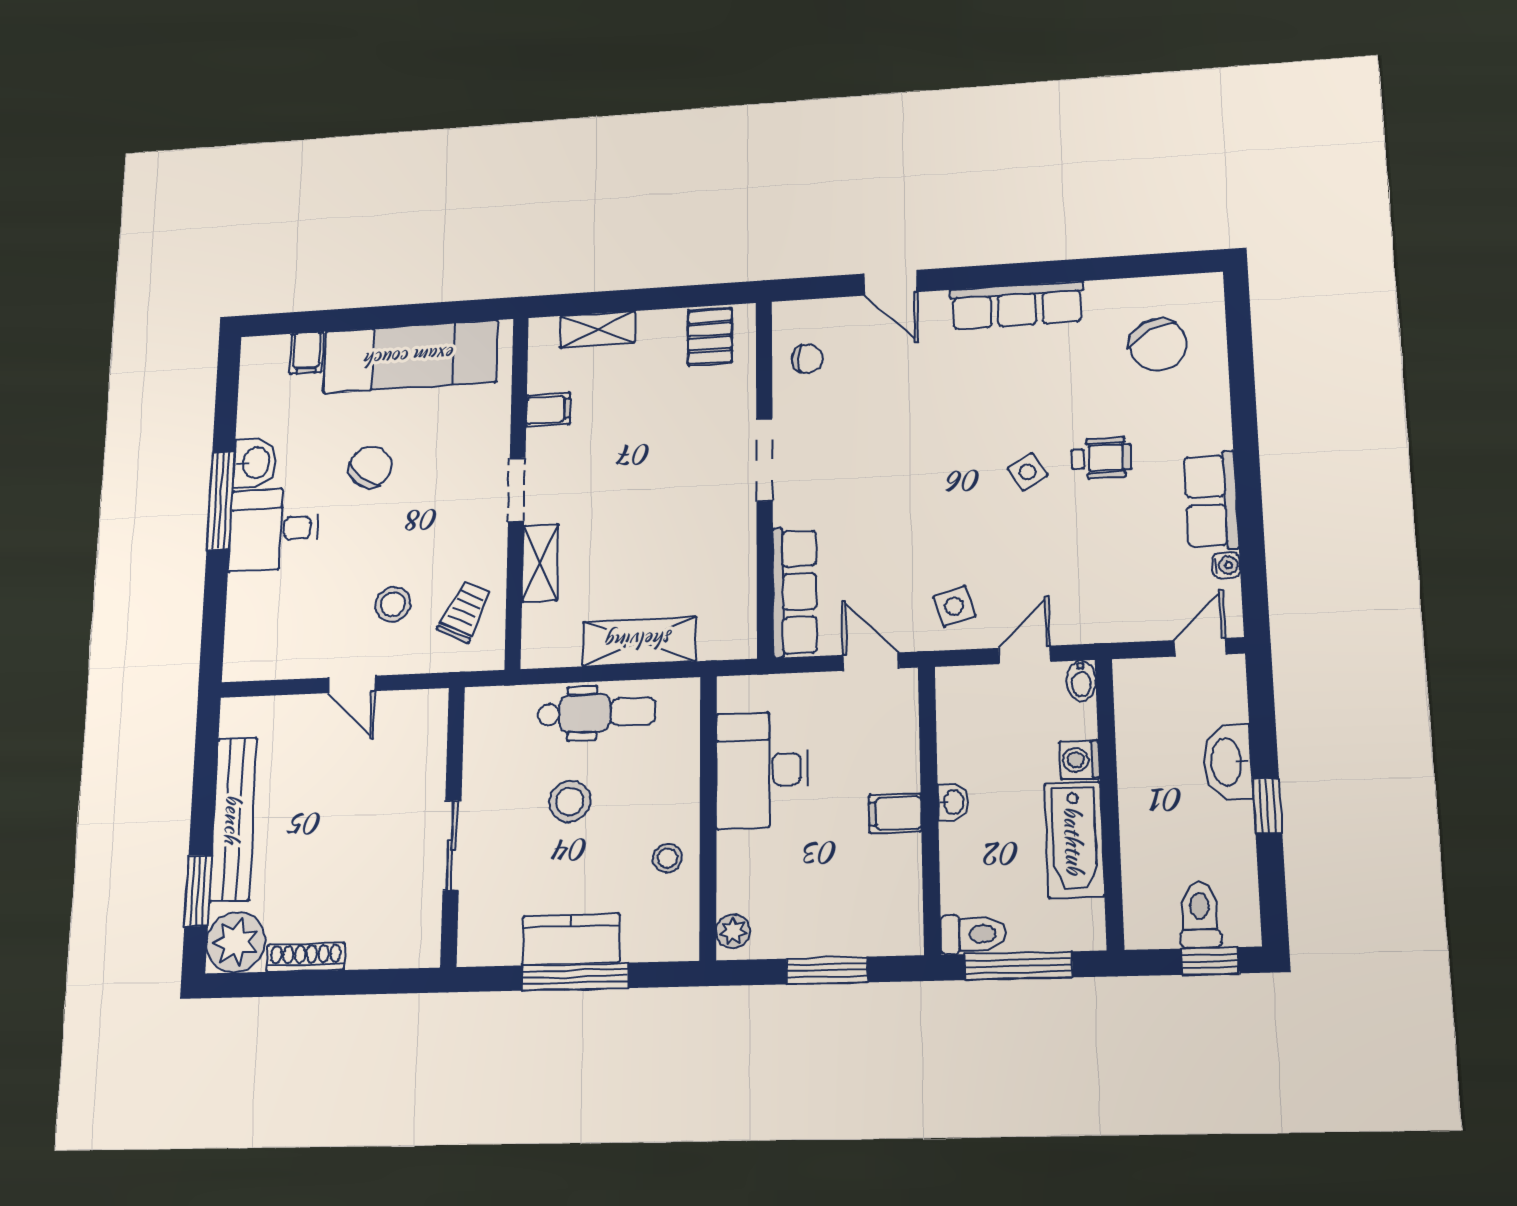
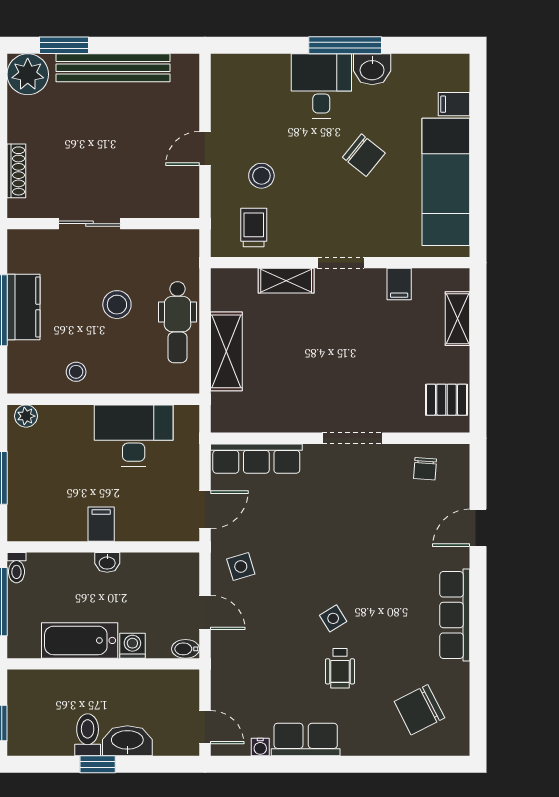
trolley: (465, 611) -> (254, 227), turned -115
toilet: (1200, 915) -> (88, 735), moved, turned -90
toilet: (974, 934) -> (16, 568), width x0.73, depth x0.72
shoe rack: (306, 957) -> (16, 171), moved

